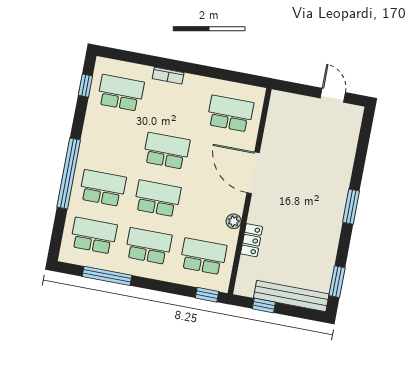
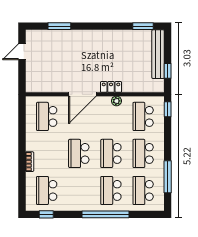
window: (351, 207) -> (59, 26), moved
locker: (252, 240) -> (111, 87), moved

